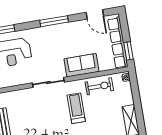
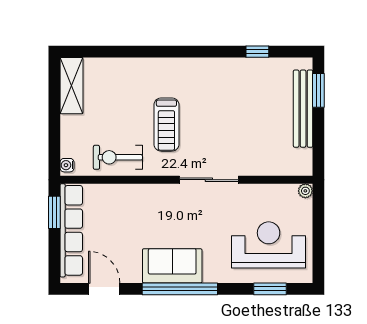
window: (54, 21) -> (180, 289), width x1.46
sofa: (81, 65) -> (172, 266), moved, turned 180

